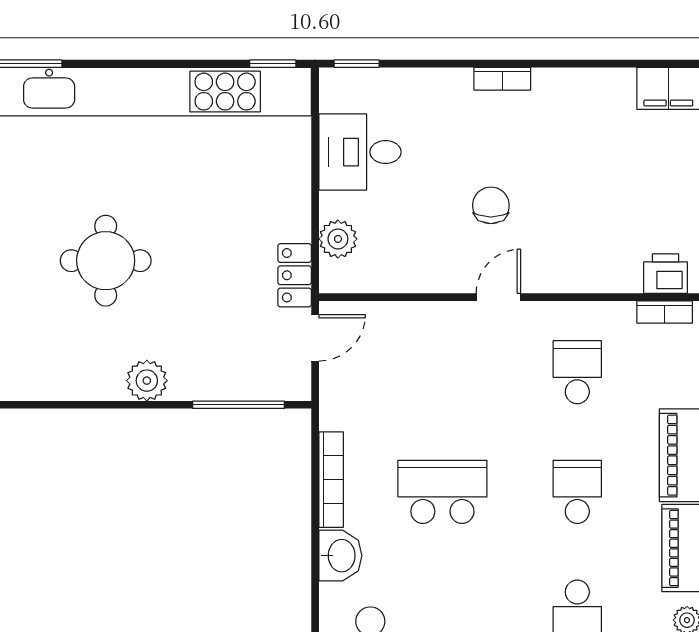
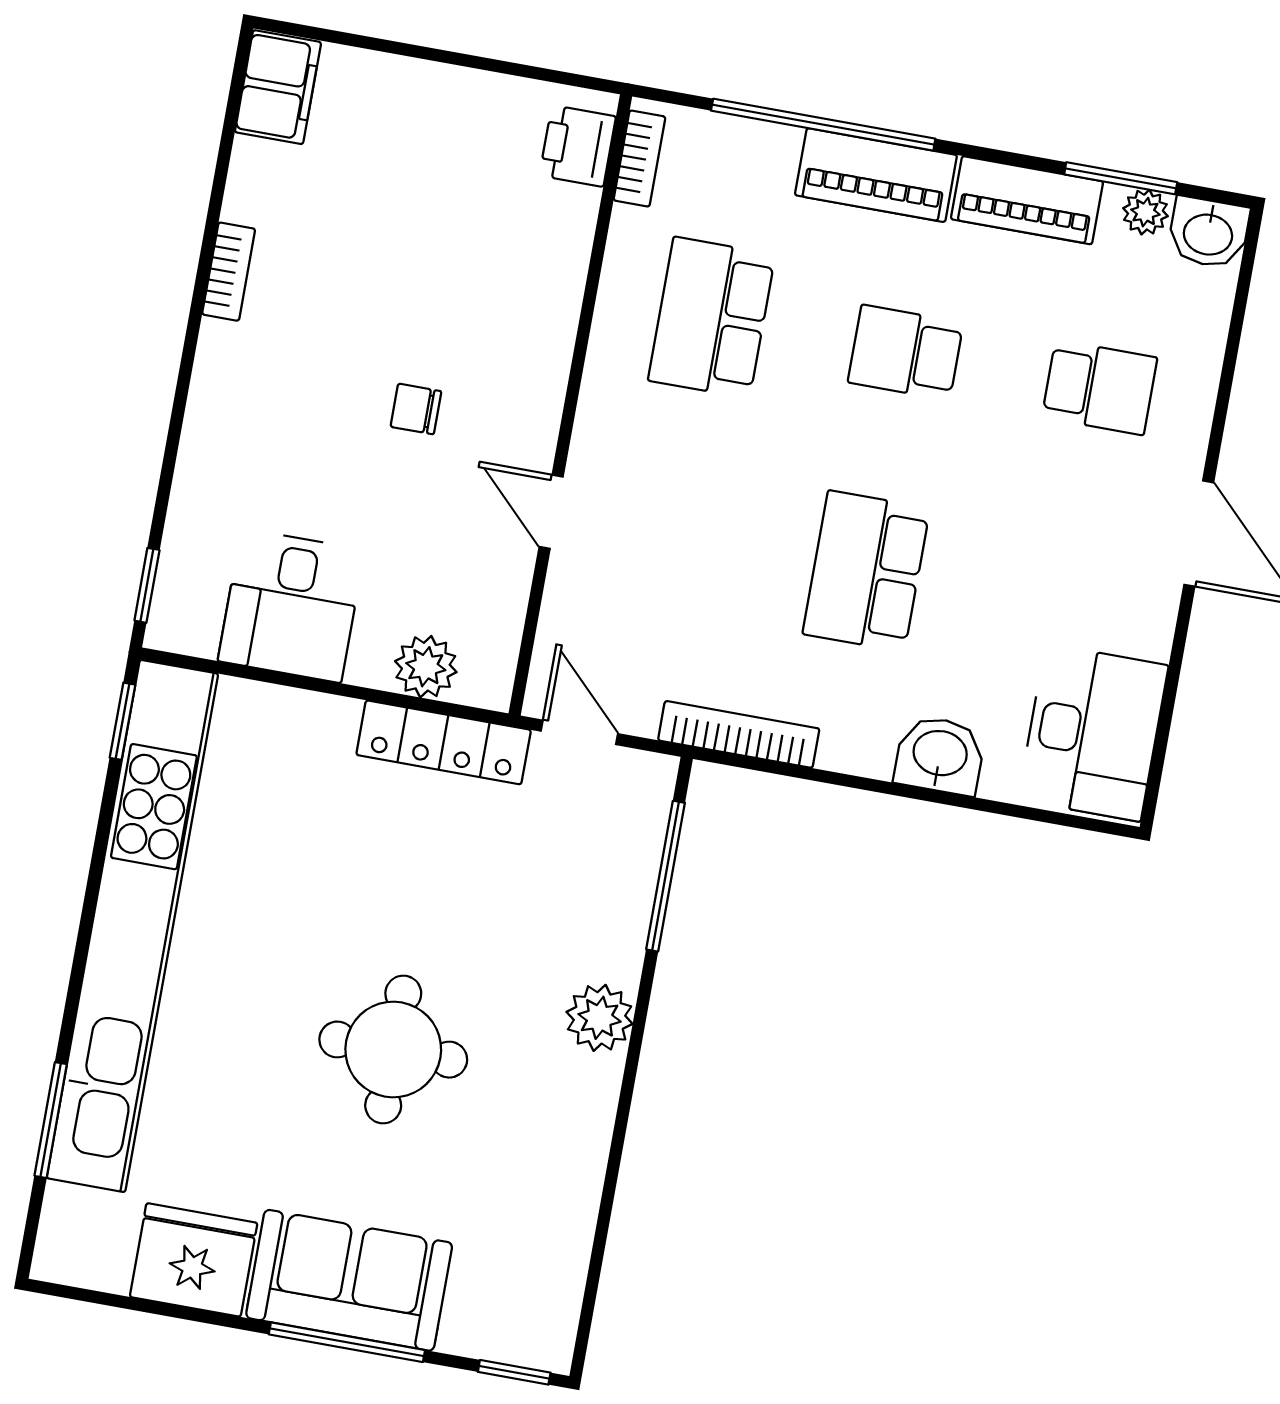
bookcase: (502, 79) -> (229, 272), moved
chair: (491, 205) -> (416, 409), width x0.73, depth x0.73
locker: (295, 275) -> (444, 742), width x1.53
door: (498, 297) -> (551, 512), moved
school desk: (577, 372) -> (712, 318), width x1.85
bookcase: (331, 480) -> (739, 734), moved

